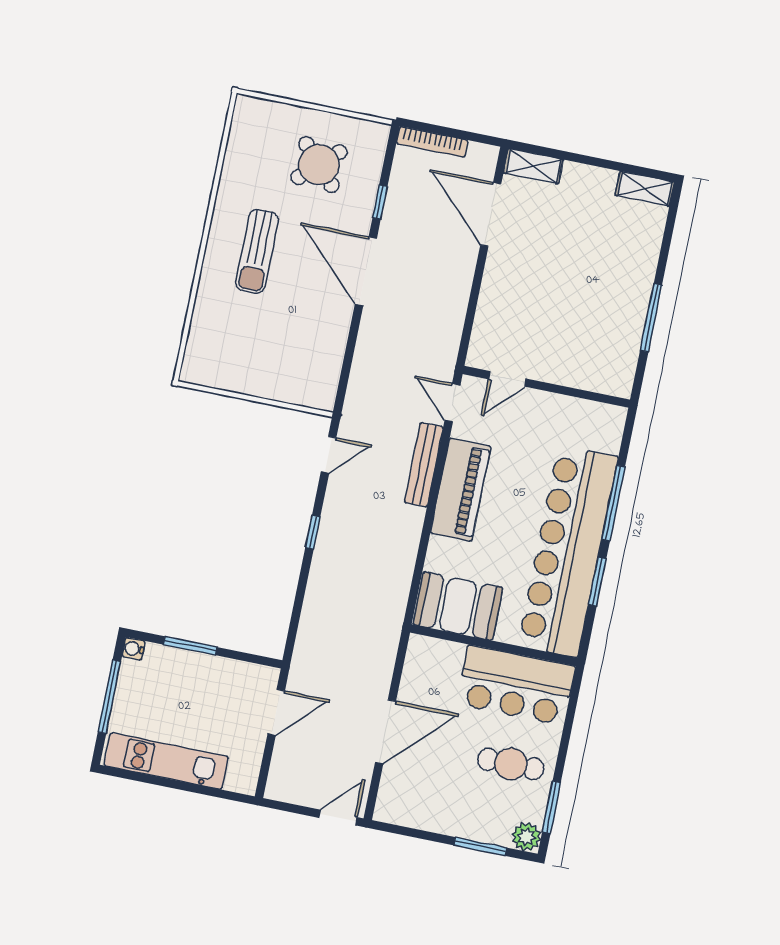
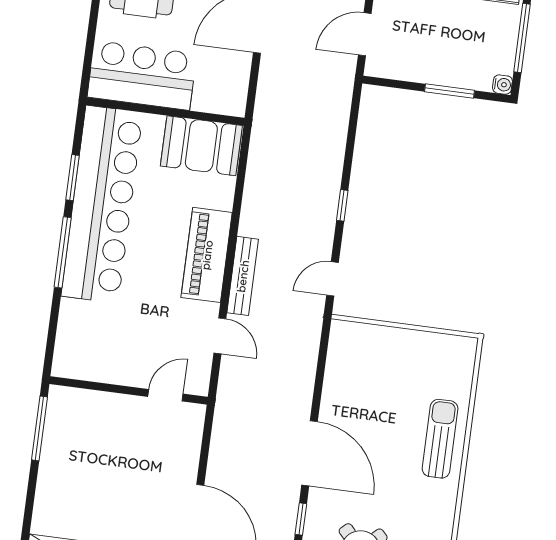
sun lounger: (257, 251) -> (440, 439), moved
door: (507, 379) -> (165, 395), moved
wall: (546, 387) -> (129, 390), moved

